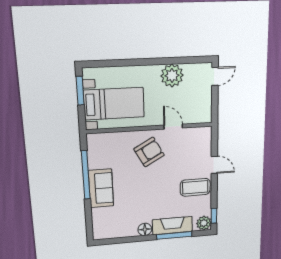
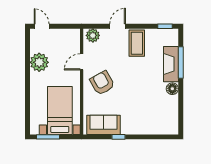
window: (86, 175) -> (118, 137), width x0.32
sofa: (101, 188) -> (103, 125), moved
plant: (204, 223) -> (93, 35), moved

